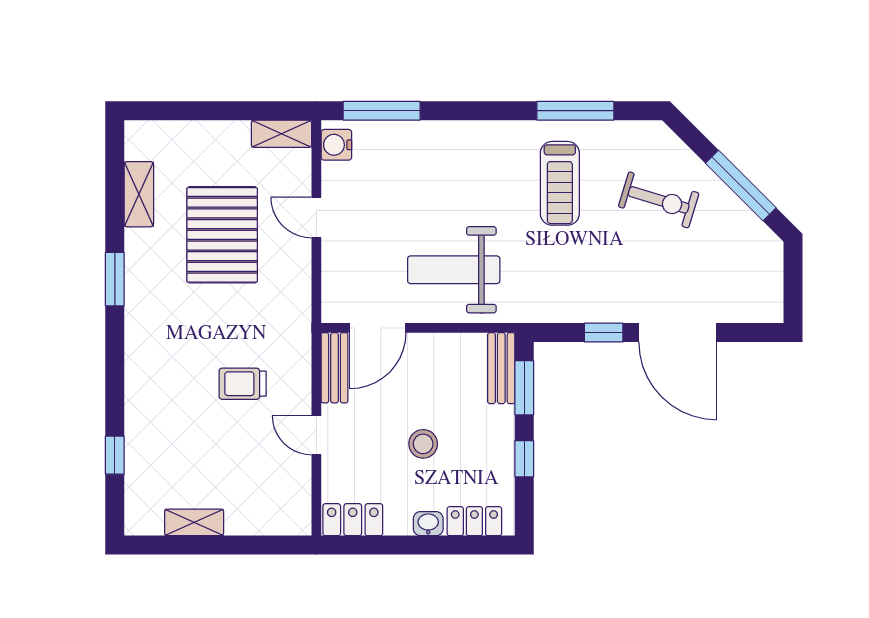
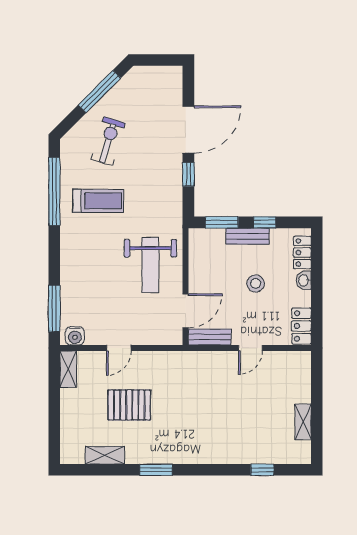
window: (575, 111) -> (54, 191), width x1.46
pallet: (222, 235) -> (129, 405), width x0.73, depth x0.71
door: (378, 328) -> (186, 311), hinge flipped
bench: (501, 368) -> (248, 236), moved
trolley: (243, 384) -> (219, 393), removed

